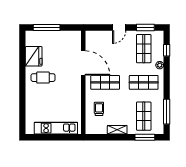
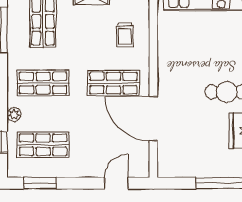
door: (119, 28) -> (116, 183), moved
shop shelf: (144, 49) -> (43, 145), turned 90

